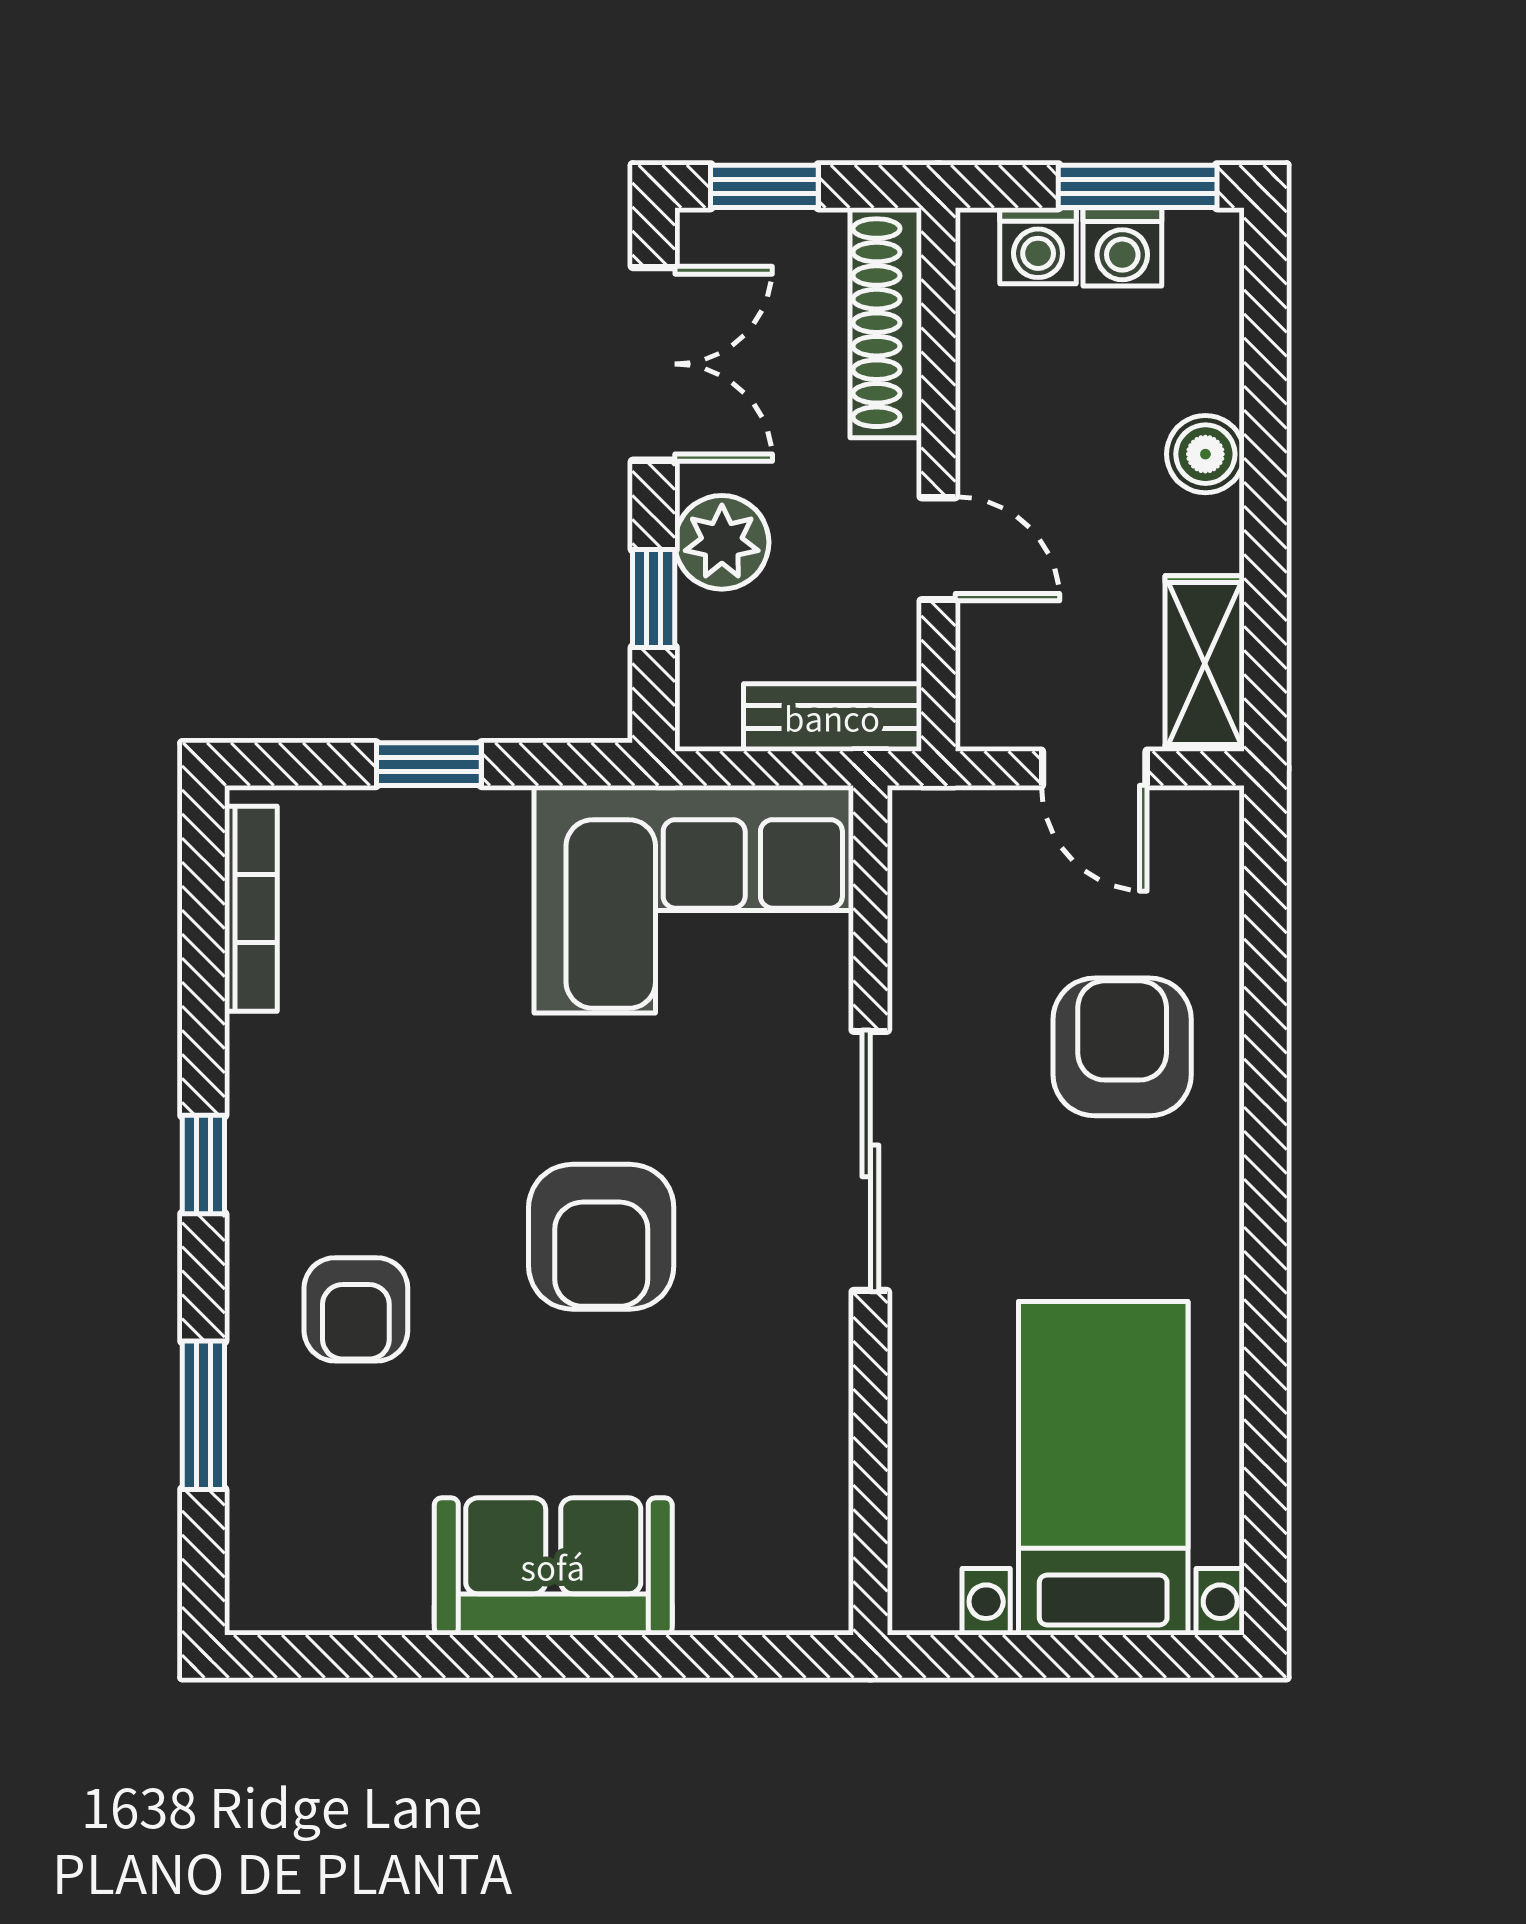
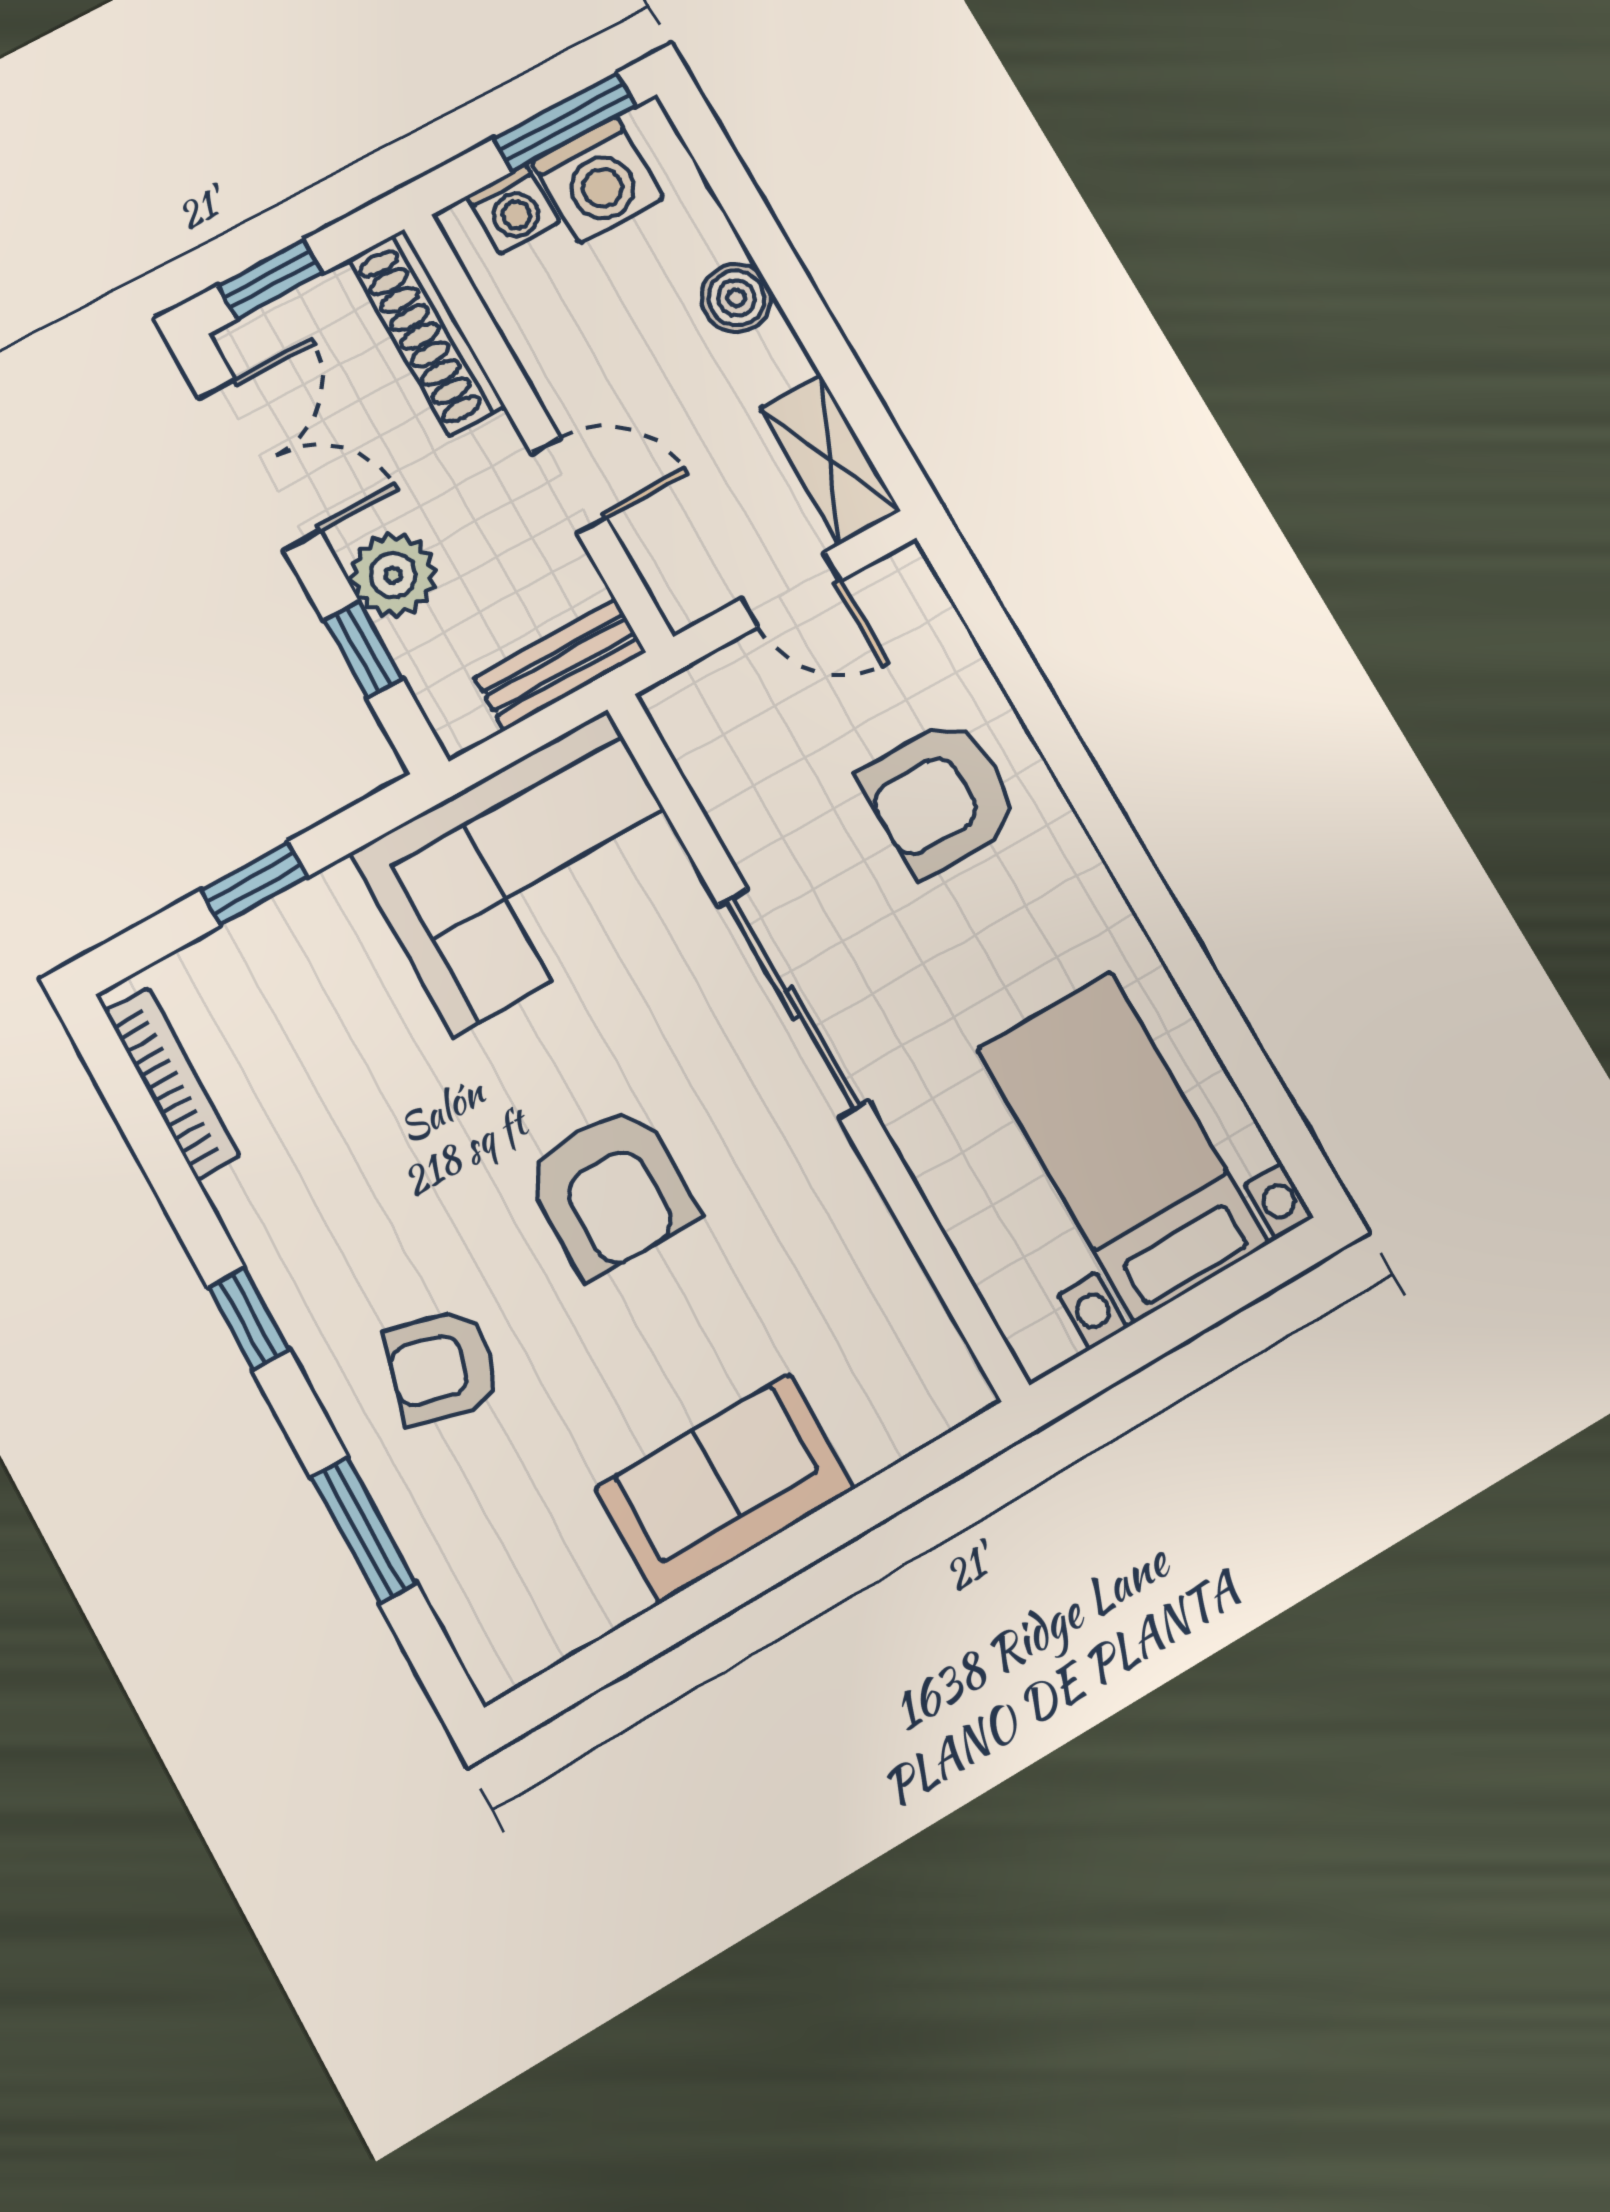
washing machine: (1122, 247) -> (598, 180), width x1.38, depth x1.38
armchair: (1122, 1047) -> (941, 798), turned -90
armchair: (356, 1309) -> (442, 1367), turned 105

